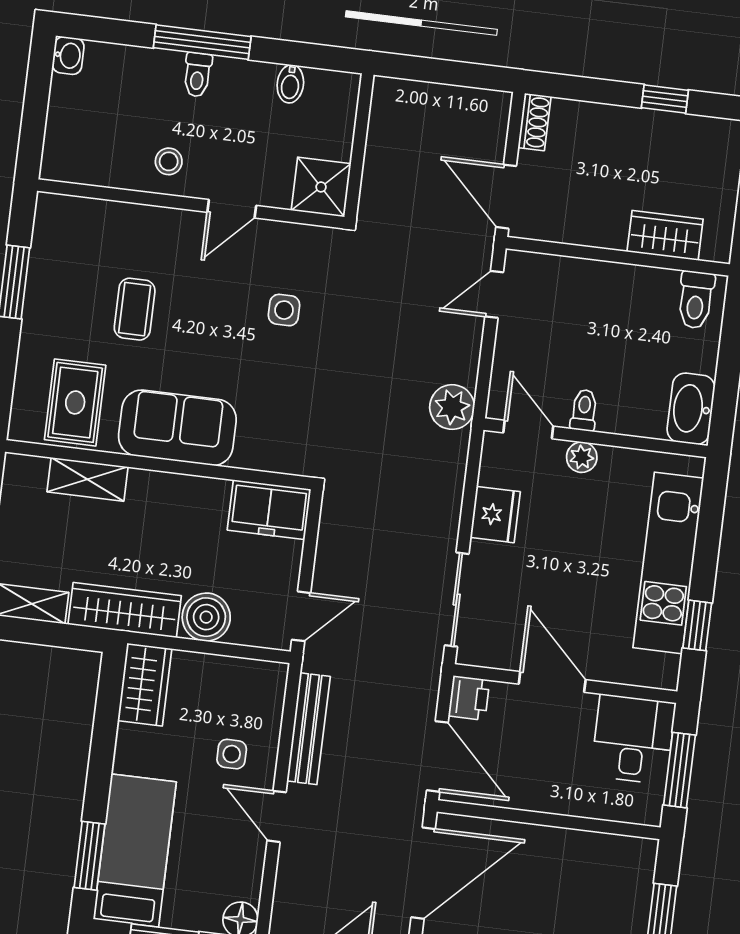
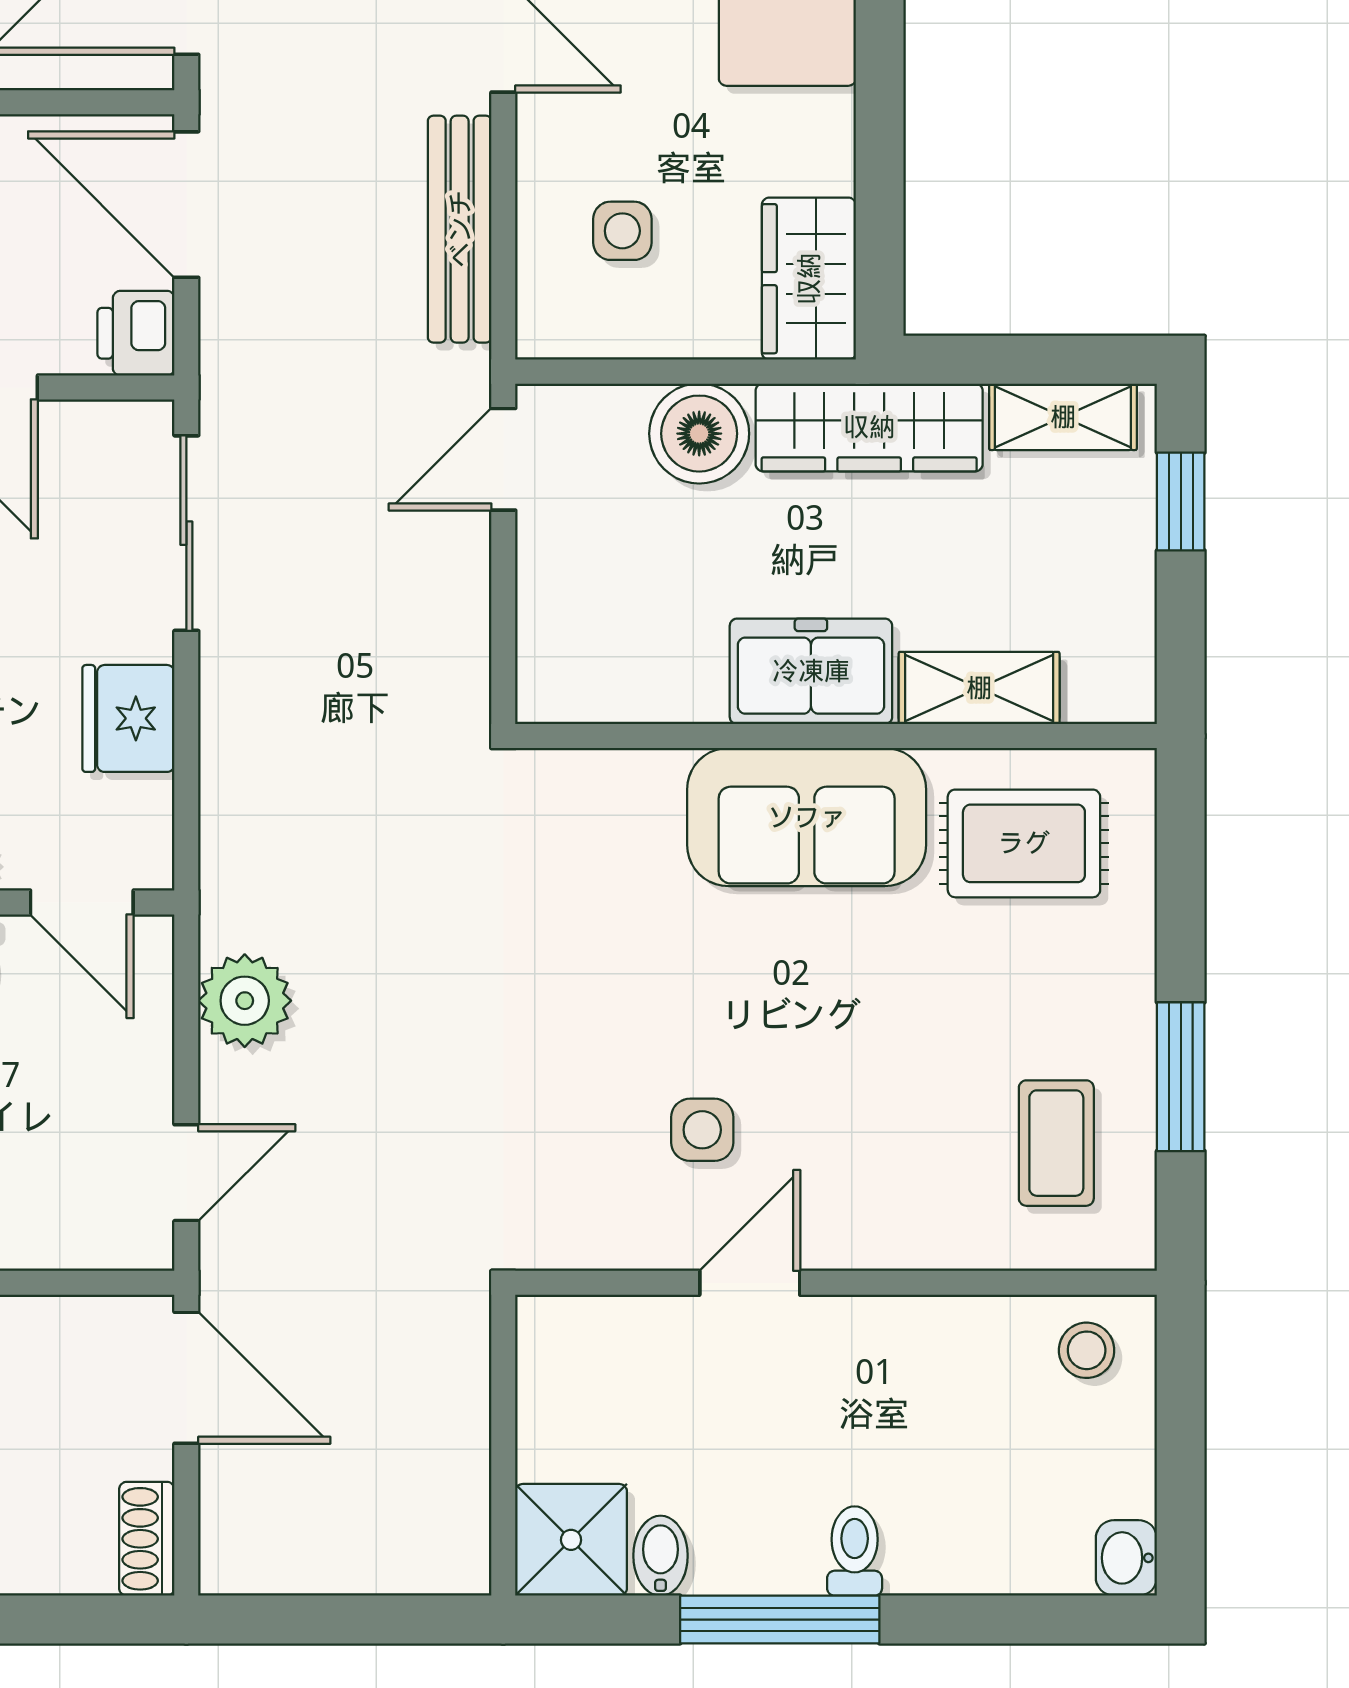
window: (202, 42) -> (780, 1620), moved
stool: (169, 161) -> (1087, 1350), moved
shower: (321, 187) -> (571, 1540), moved
coffee table: (135, 309) -> (1056, 1143), moved
side table: (284, 310) -> (702, 1130), moved
rug: (75, 402) -> (1024, 843), turned 90
plant: (452, 407) -> (245, 1001), moved
freezer: (269, 510) -> (811, 671), moved
side table: (232, 754) -> (622, 231), moved

